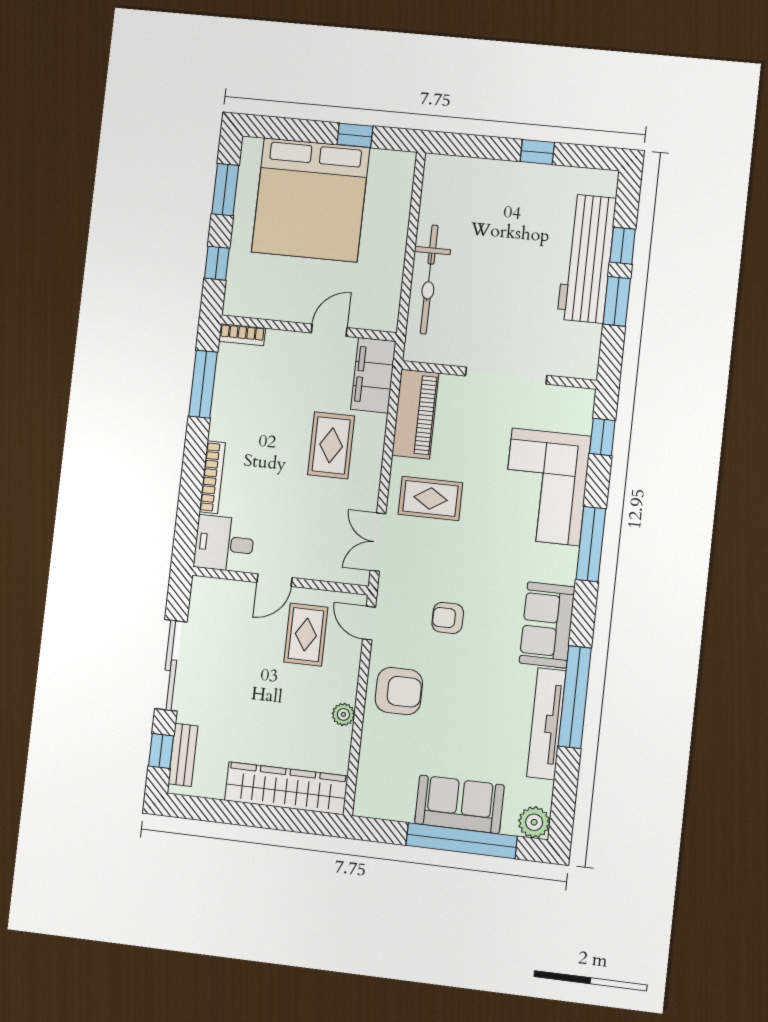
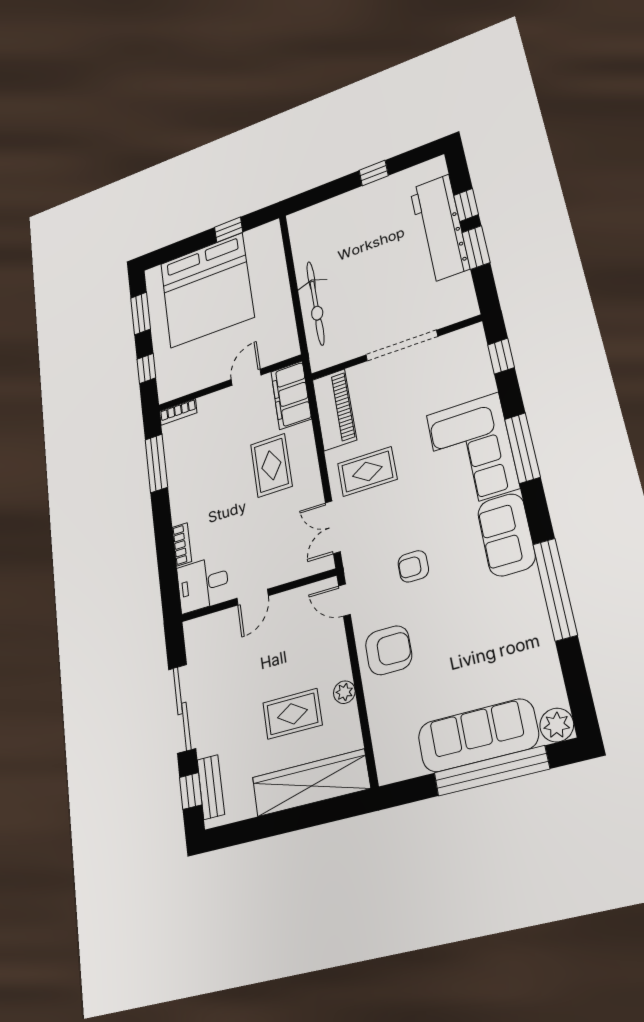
bookcase: (212, 477) -> (182, 544), width x0.64
corner sofa: (546, 487) -> (472, 451), moved
rug: (306, 635) -> (292, 714), moved, turned 90
tv unit: (546, 724) -> (536, 625), removed
sofa: (459, 804) -> (478, 735), width x1.36

